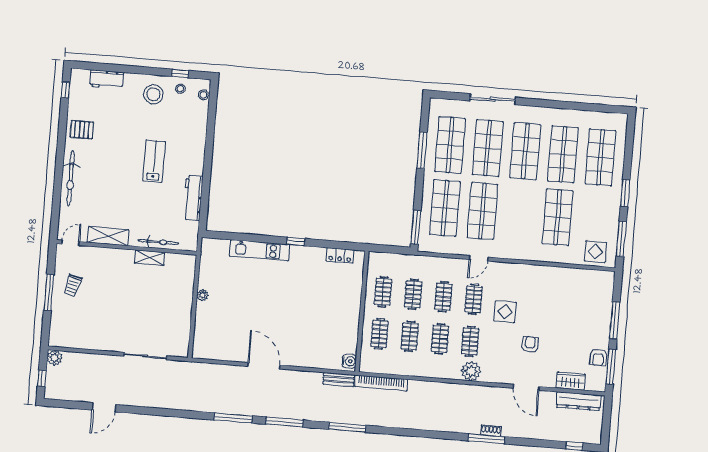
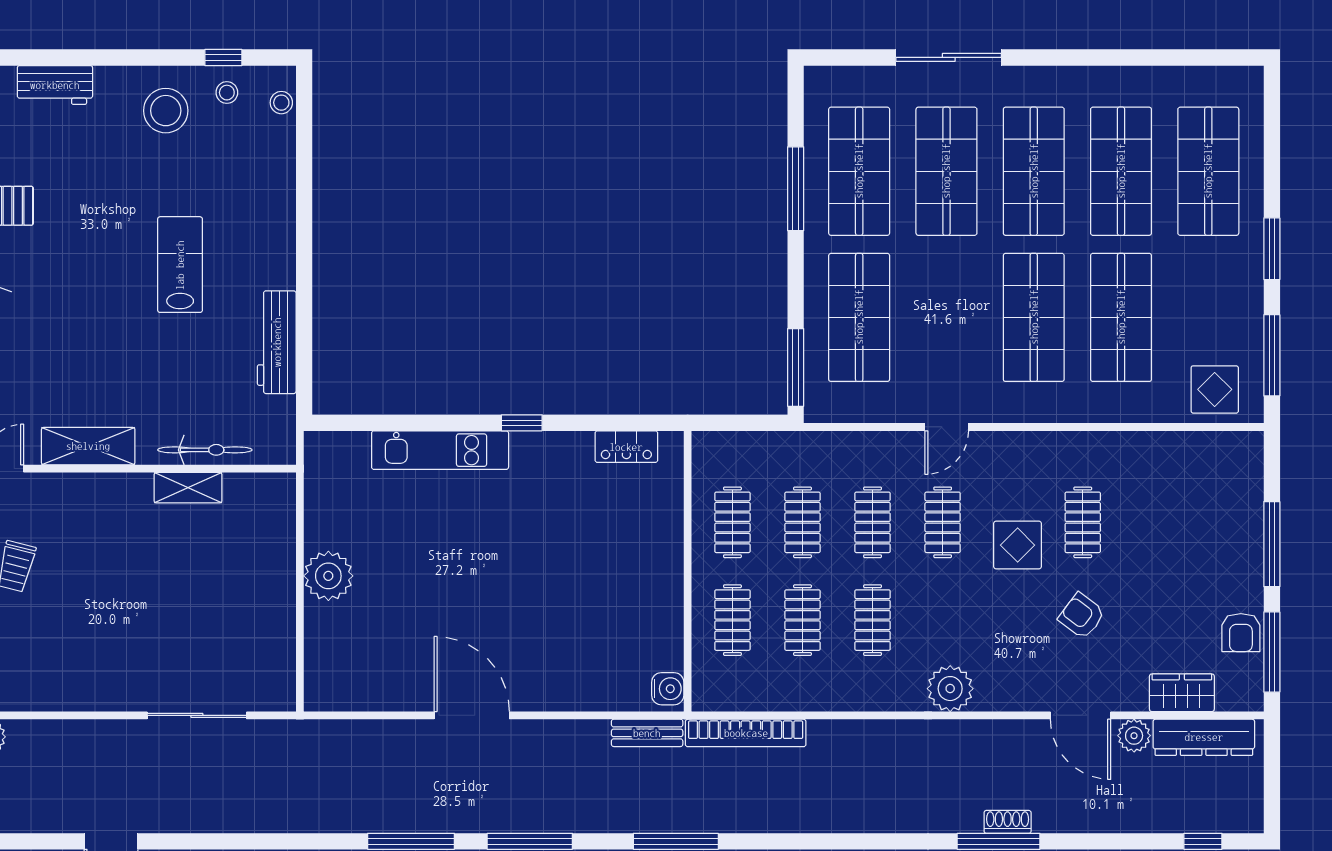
shop shelf: (482, 211) -> (1034, 317), moved
plant: (202, 295) -> (328, 576), width x1.88, depth x1.88
clothes rail: (470, 341) -> (1083, 522), moved
armchair: (530, 344) -> (1082, 616), turned -53
plant: (548, 398) -> (1134, 736), added

